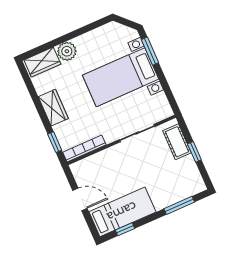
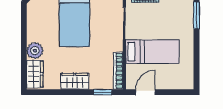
door: (80, 199) -> (145, 92), moved
bed: (122, 212) -> (152, 52), moved, turned 90
window: (125, 229) -> (197, 67), removed

